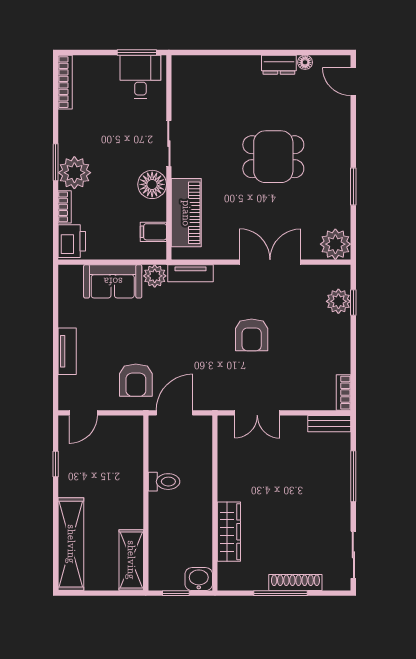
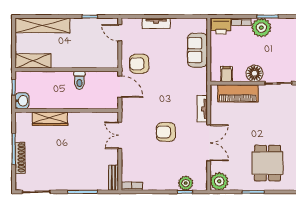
dining table: (273, 157) -> (268, 163), moved
tv unit: (190, 273) -> (202, 109), moved
plant: (155, 276) -> (201, 75), removed

